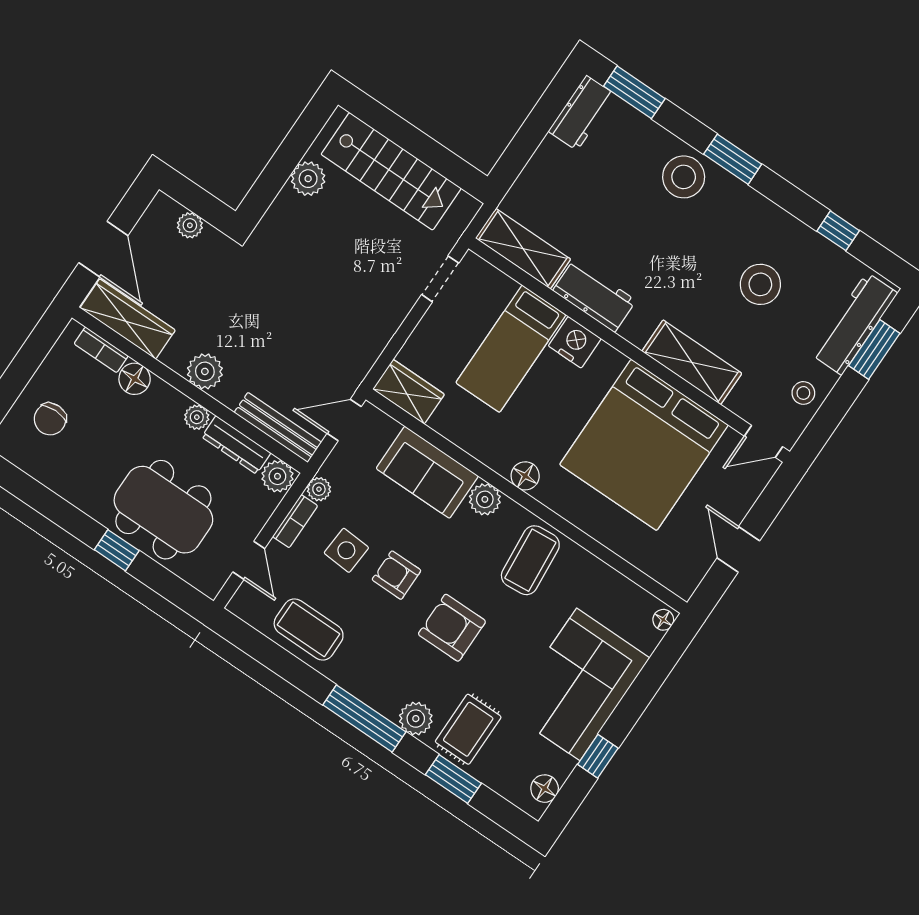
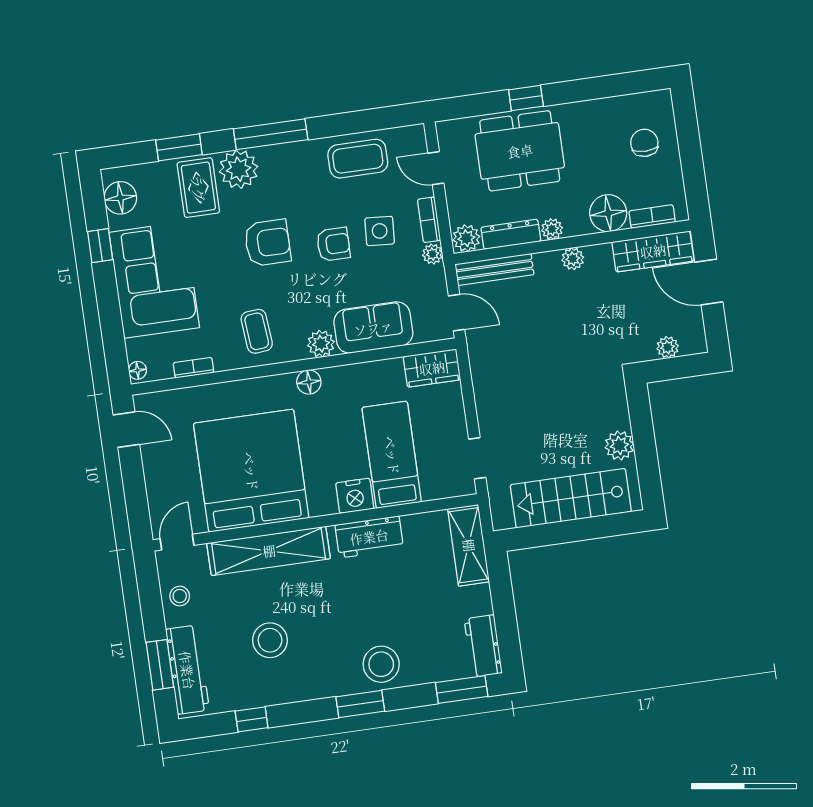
shelving: (523, 249) -> (469, 545), moved, turned 90
shelving: (692, 362) -> (269, 551), width x1.47
plant: (205, 371) -> (573, 259), width x0.73, depth x0.73
floor lamp: (135, 379) -> (608, 213), width x1.38, depth x1.38
door: (344, 420) -> (456, 313), hinge flipped
door: (738, 549) -> (126, 430), moved
coffee table: (530, 560) -> (257, 331), width x0.73, depth x0.77
bookcase: (613, 578) -> (193, 368), added
plant: (416, 719) -> (239, 169), width x1.36, depth x1.36
floor lamp: (545, 789) -> (120, 198), width x1.38, depth x1.38

